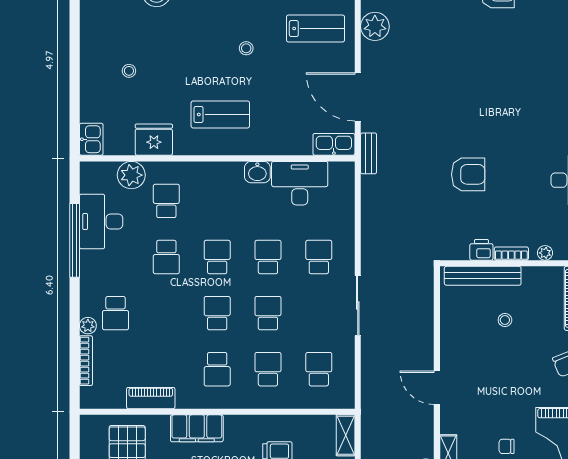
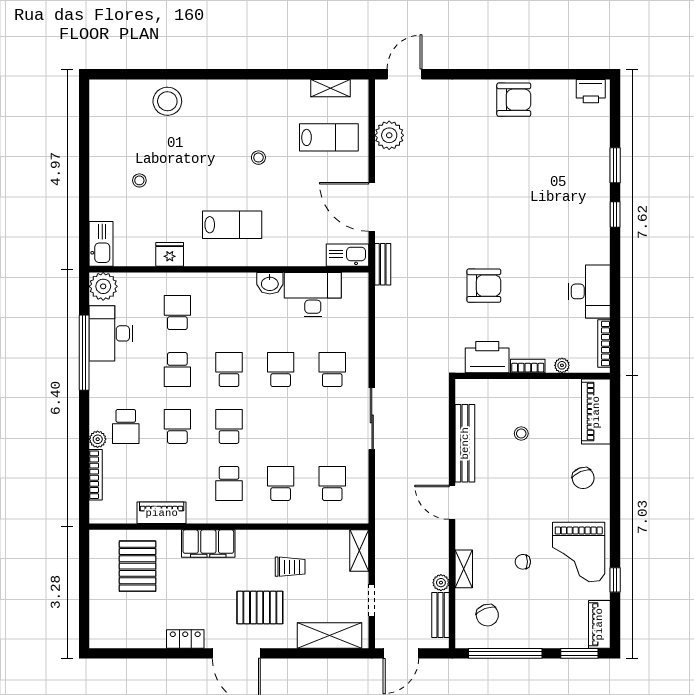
kitchen sink: (91, 139) -> (101, 244), width x1.38
fridge: (154, 140) -> (170, 254), width x0.73, depth x0.75
plant: (131, 175) -> (103, 286), moved
printer: (481, 250) -> (487, 357), width x1.87, depth x1.48
bench: (483, 276) -> (465, 443), moved, turned 90
school desk: (268, 313) -> (177, 426), moved

